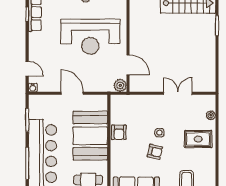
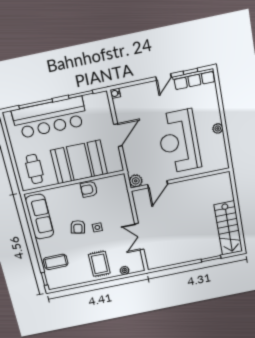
door: (27, 69) -> (164, 77), moved
double door: (178, 93) -> (139, 237), swing flipped

